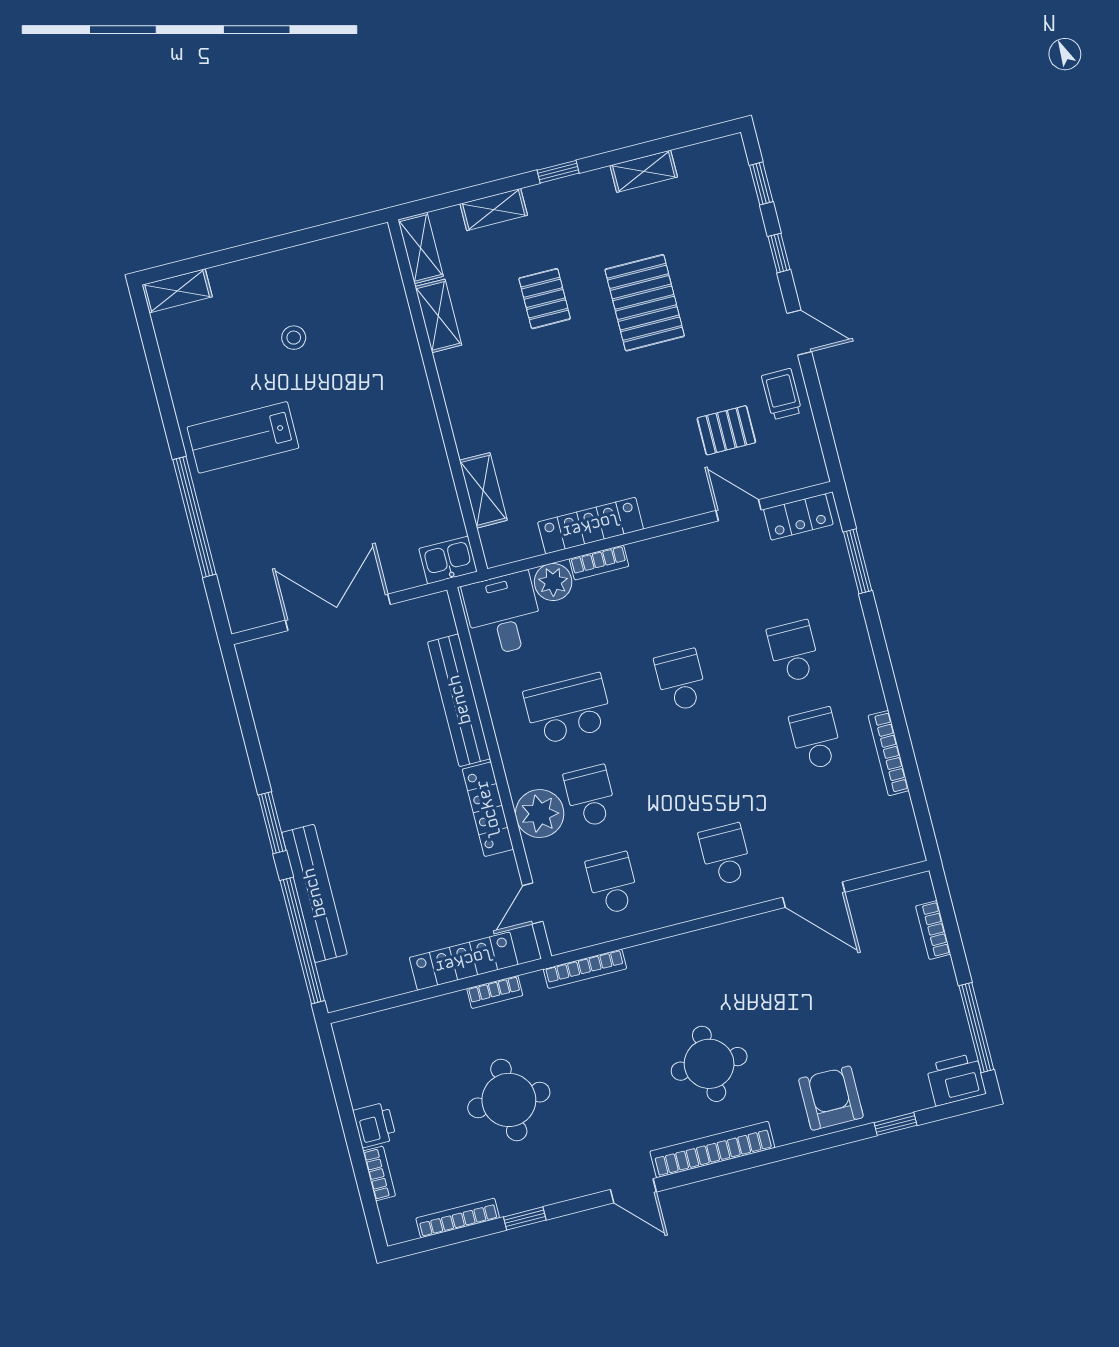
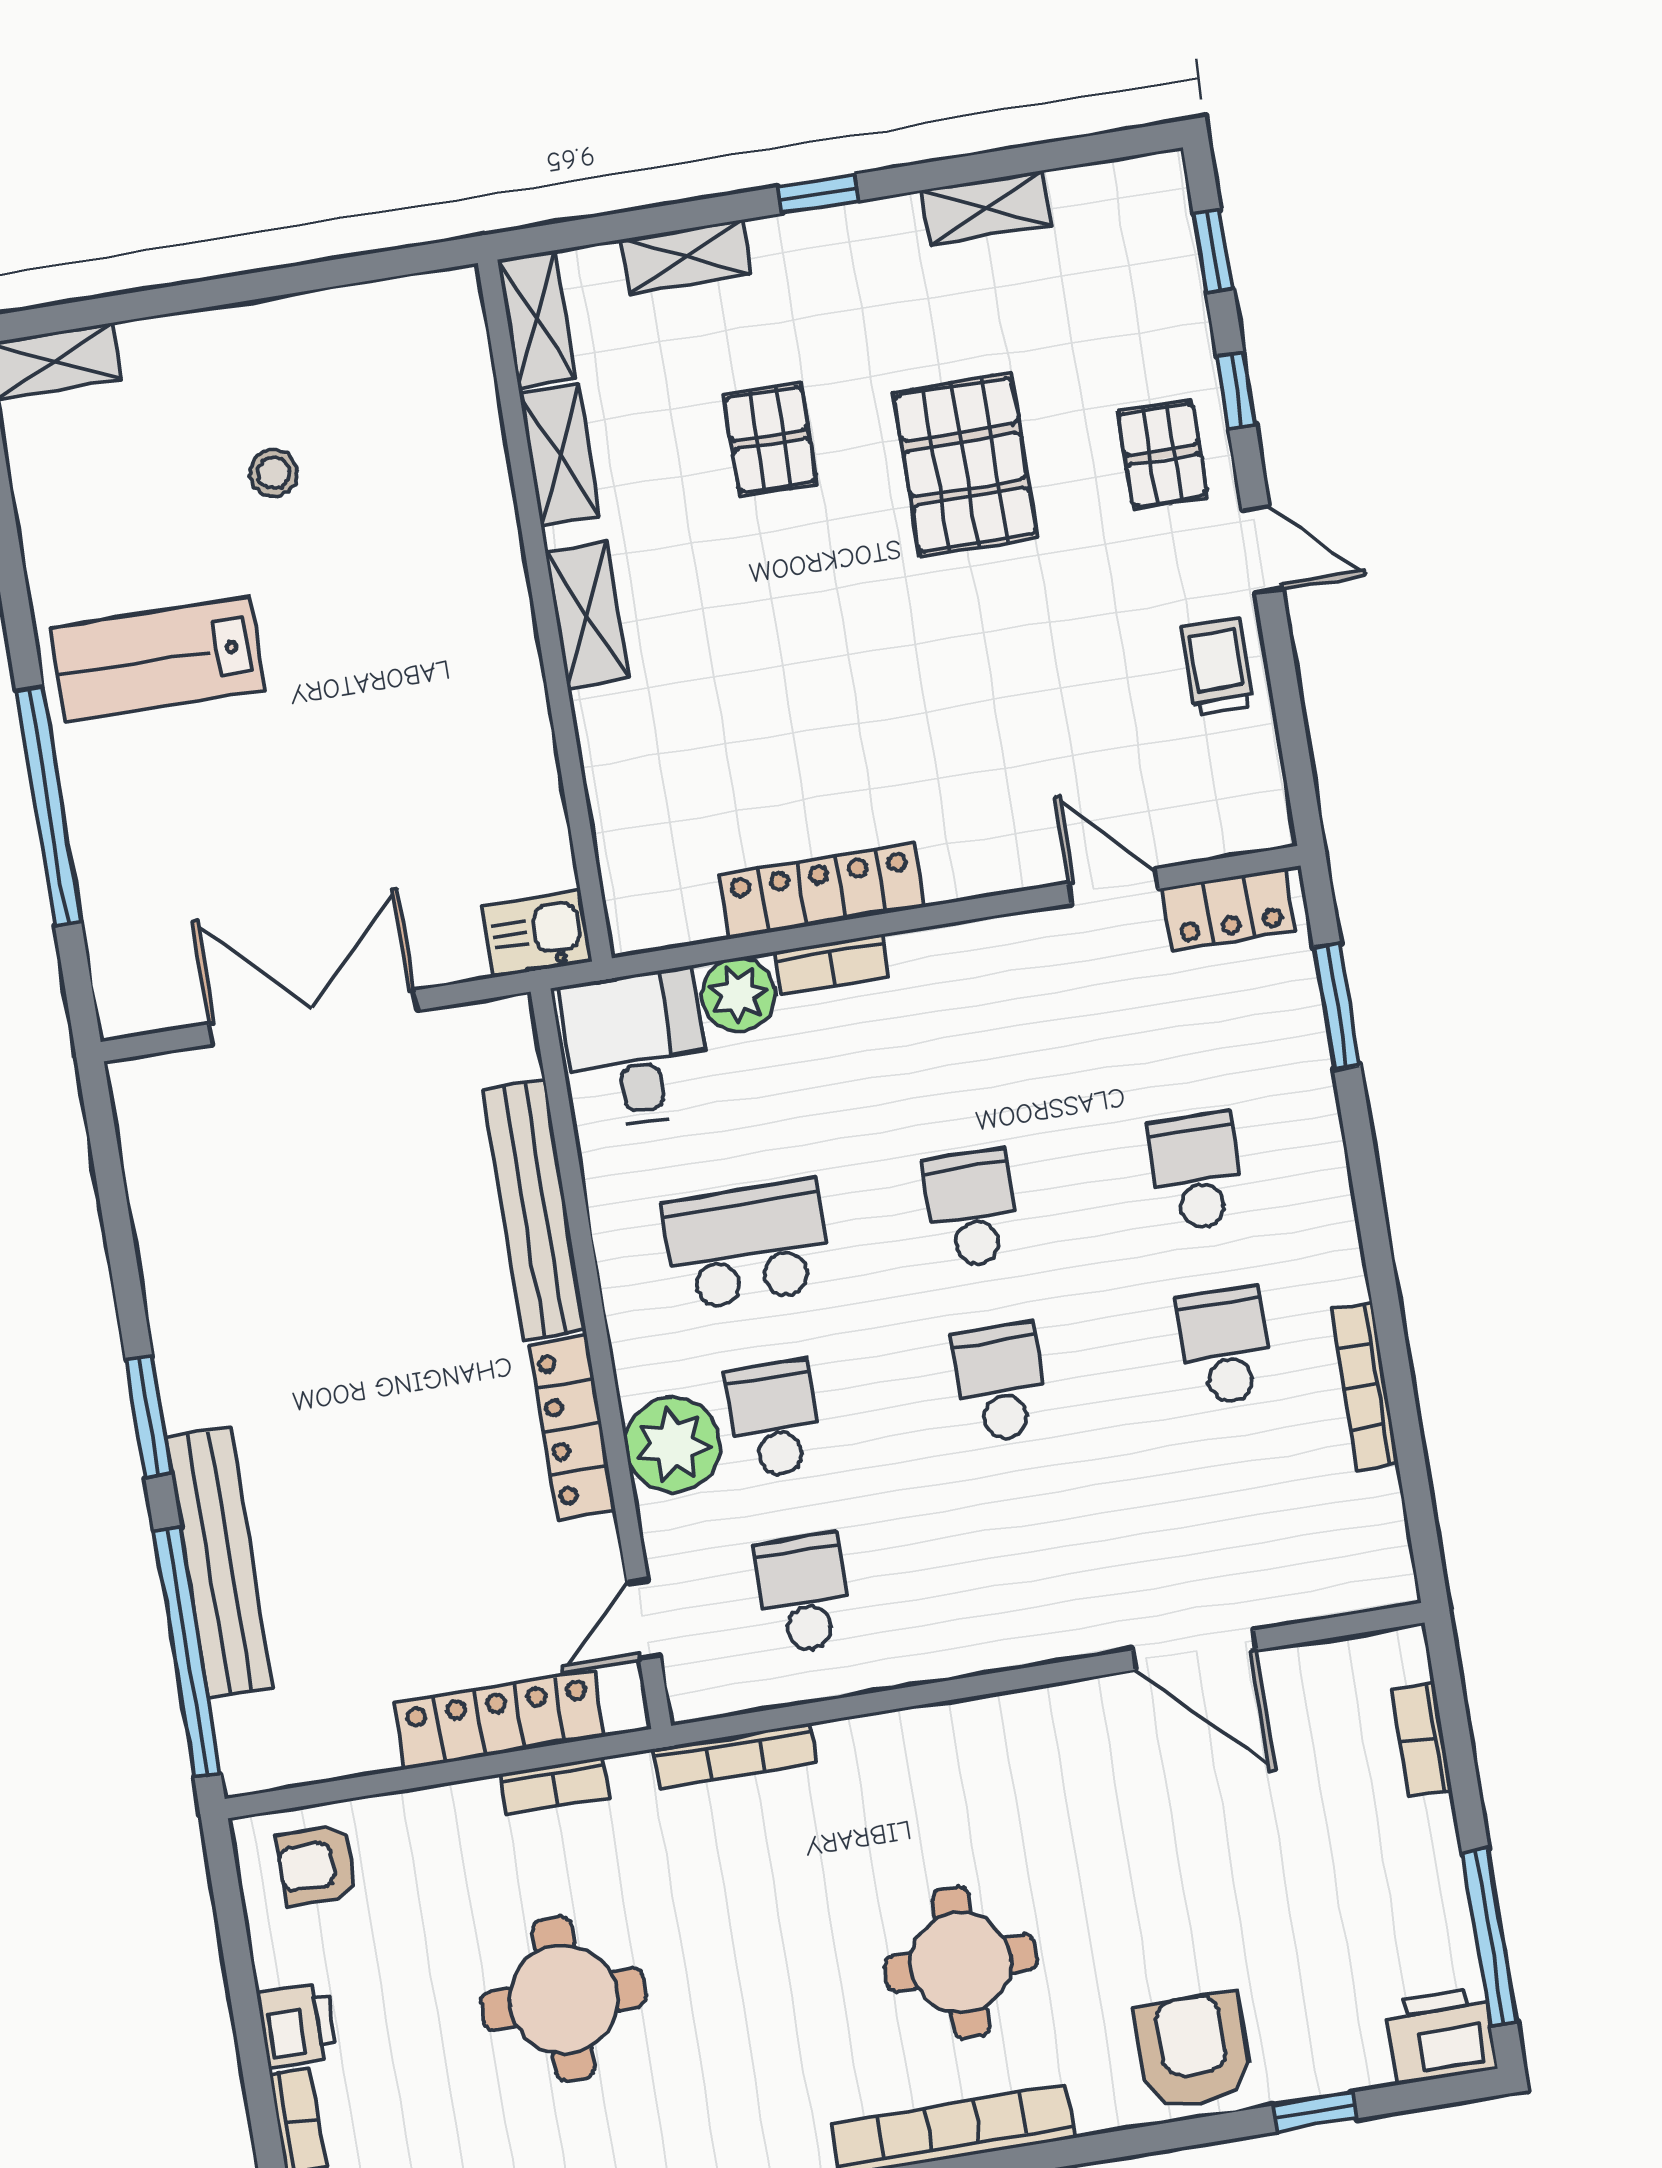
pallet: (726, 430) -> (1163, 454), moved, turned 90
shelving: (483, 490) -> (587, 615), moved
school desk: (725, 855) -> (1000, 1383), moved
armchair: (378, 1043) -> (317, 1865), added

